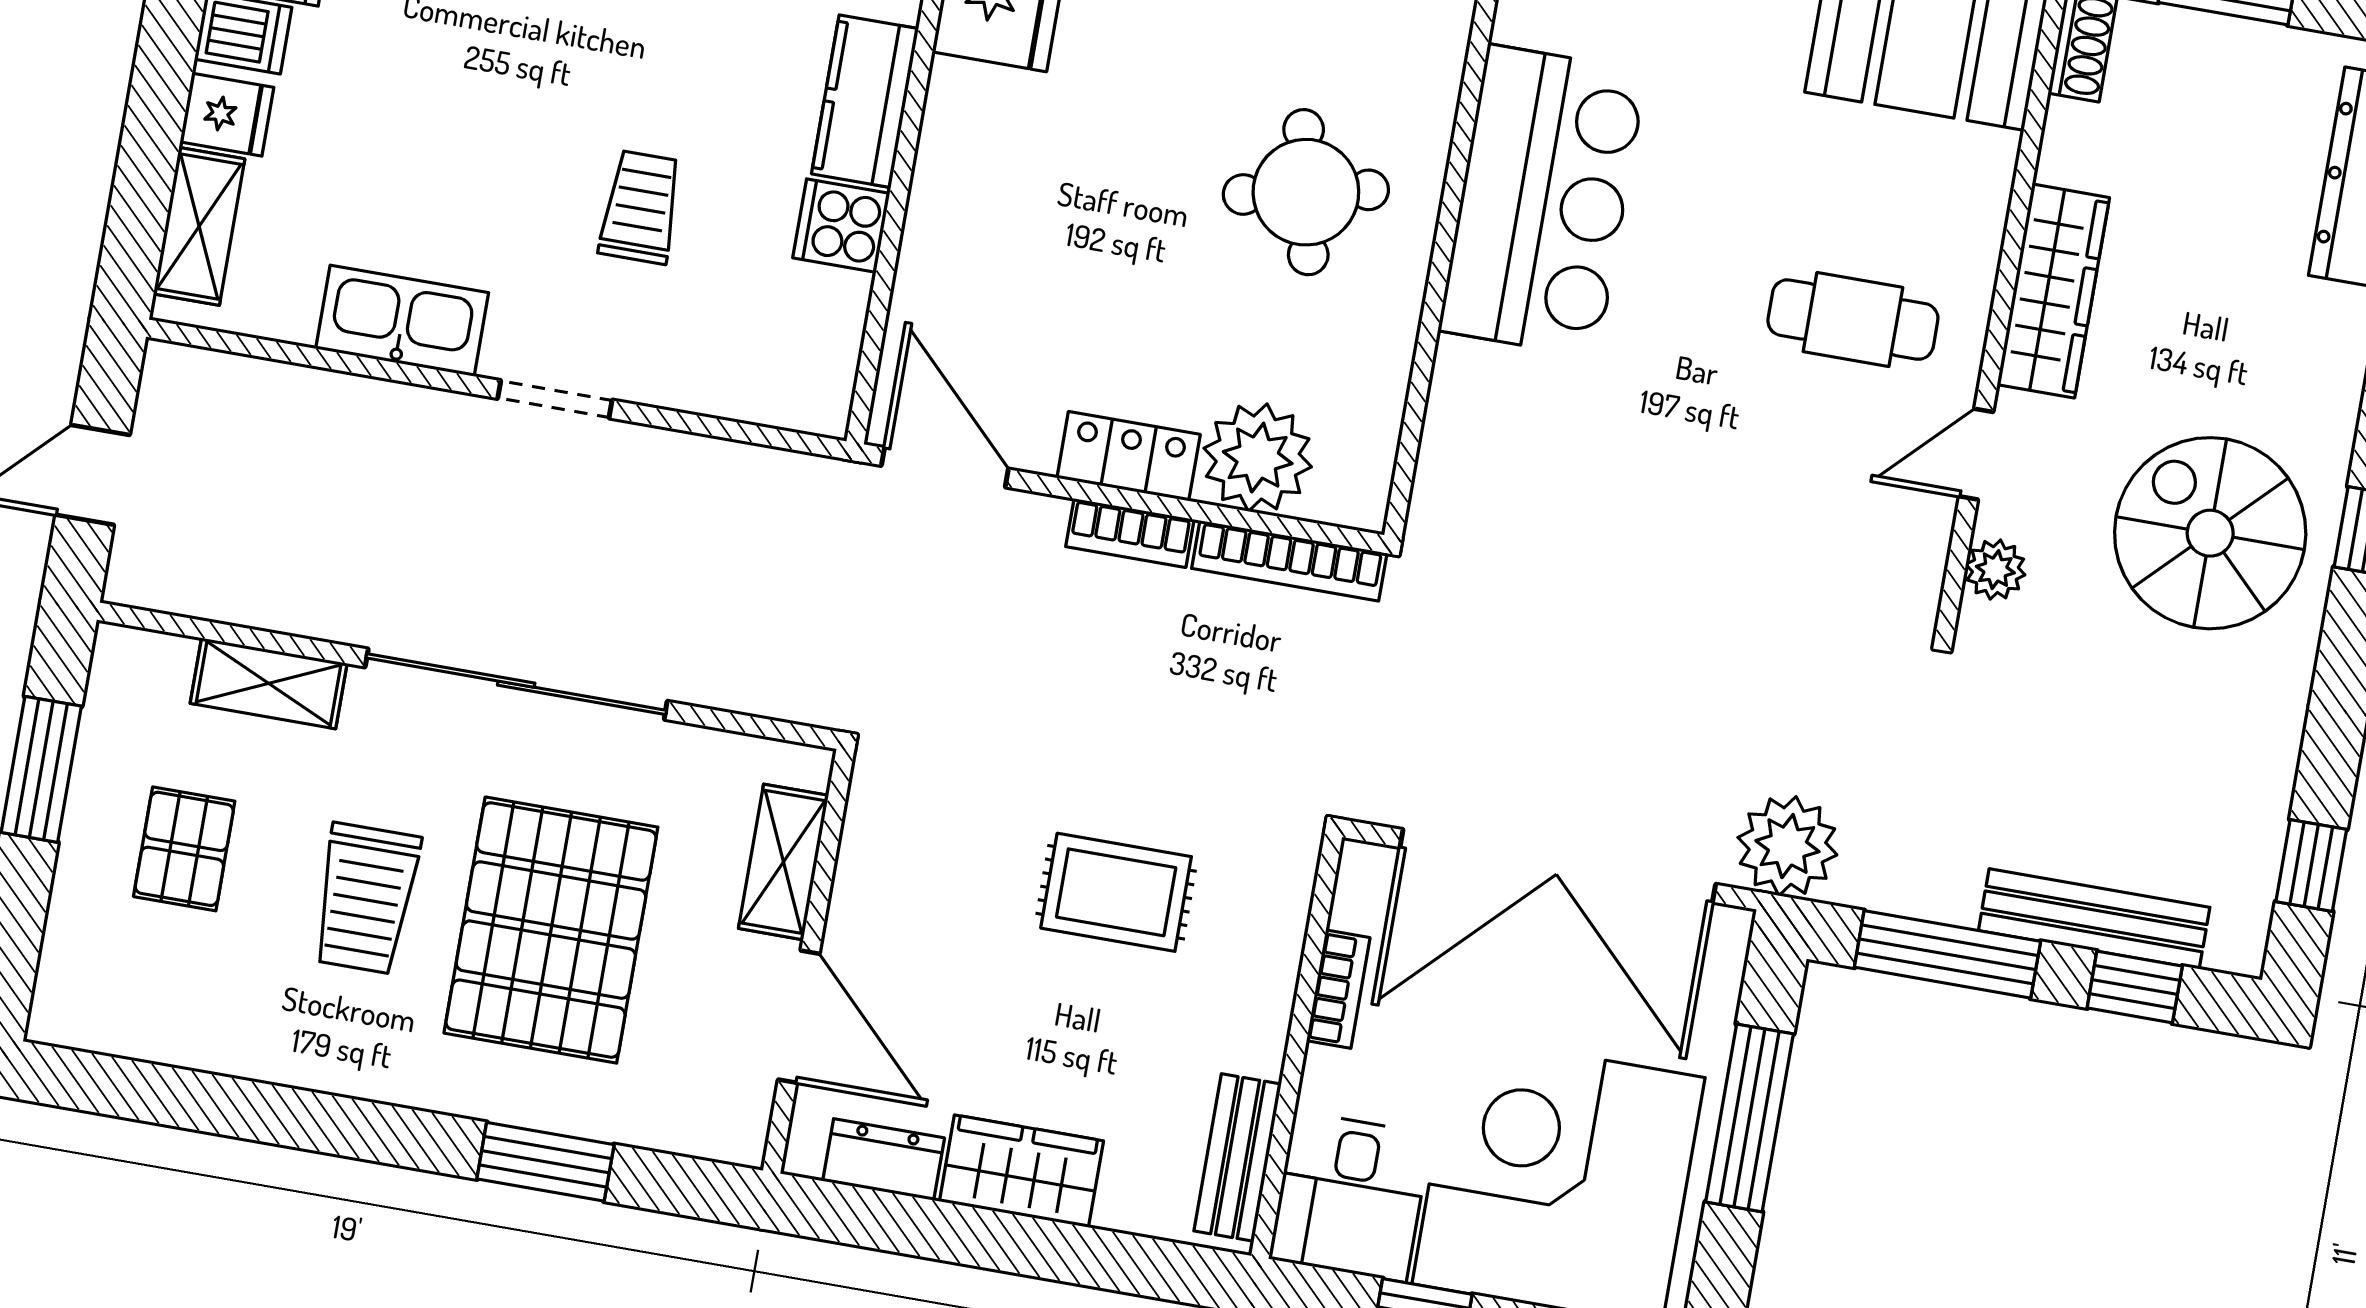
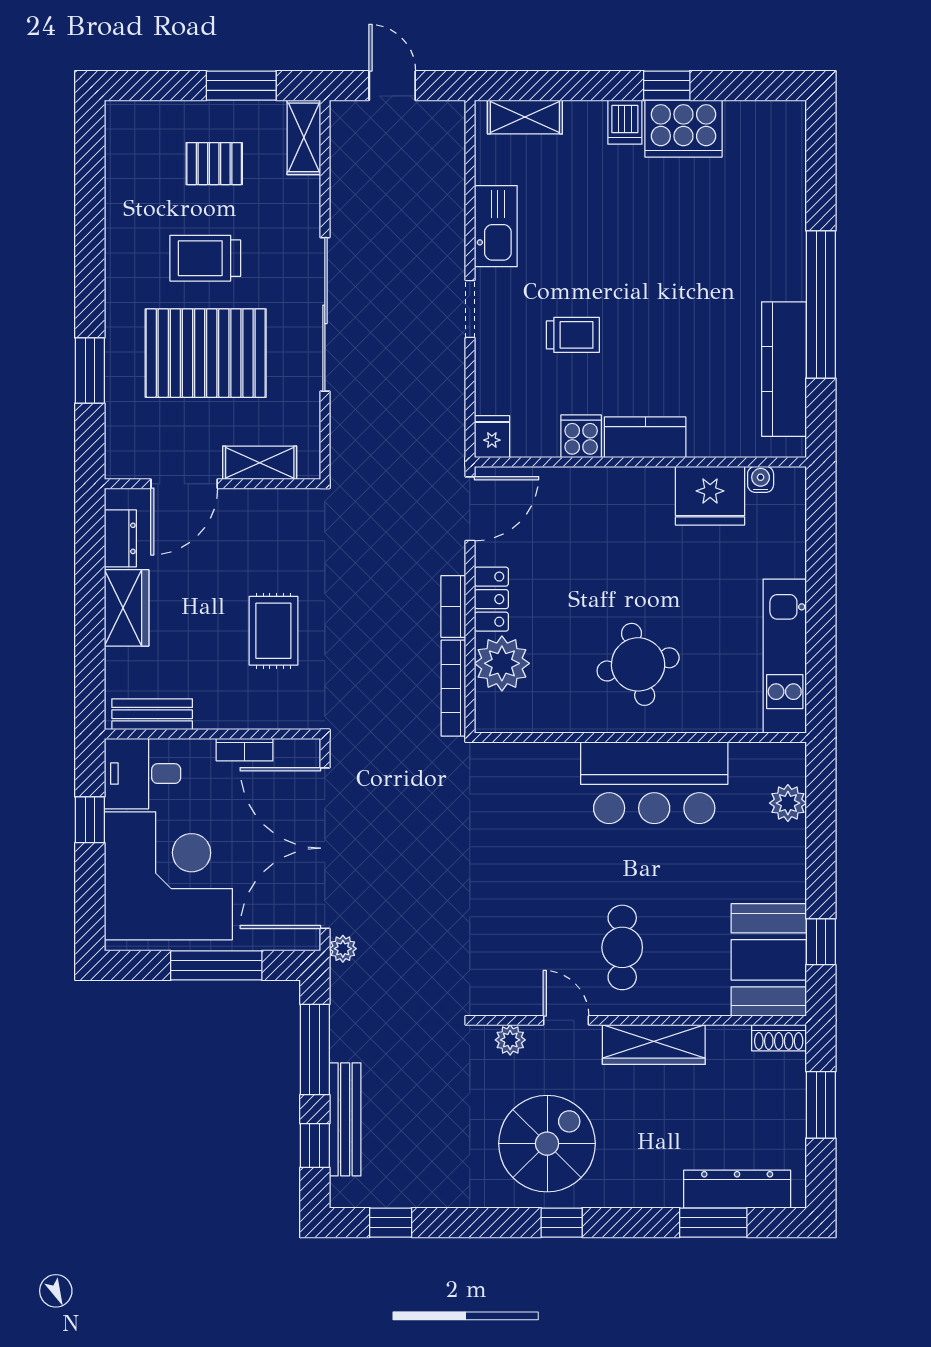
fridge: (227, 115) -> (492, 437), moved, turned 180
shelving: (269, 683) -> (304, 137), moved
plant: (1787, 846) -> (343, 949), width x0.53, depth x0.53

